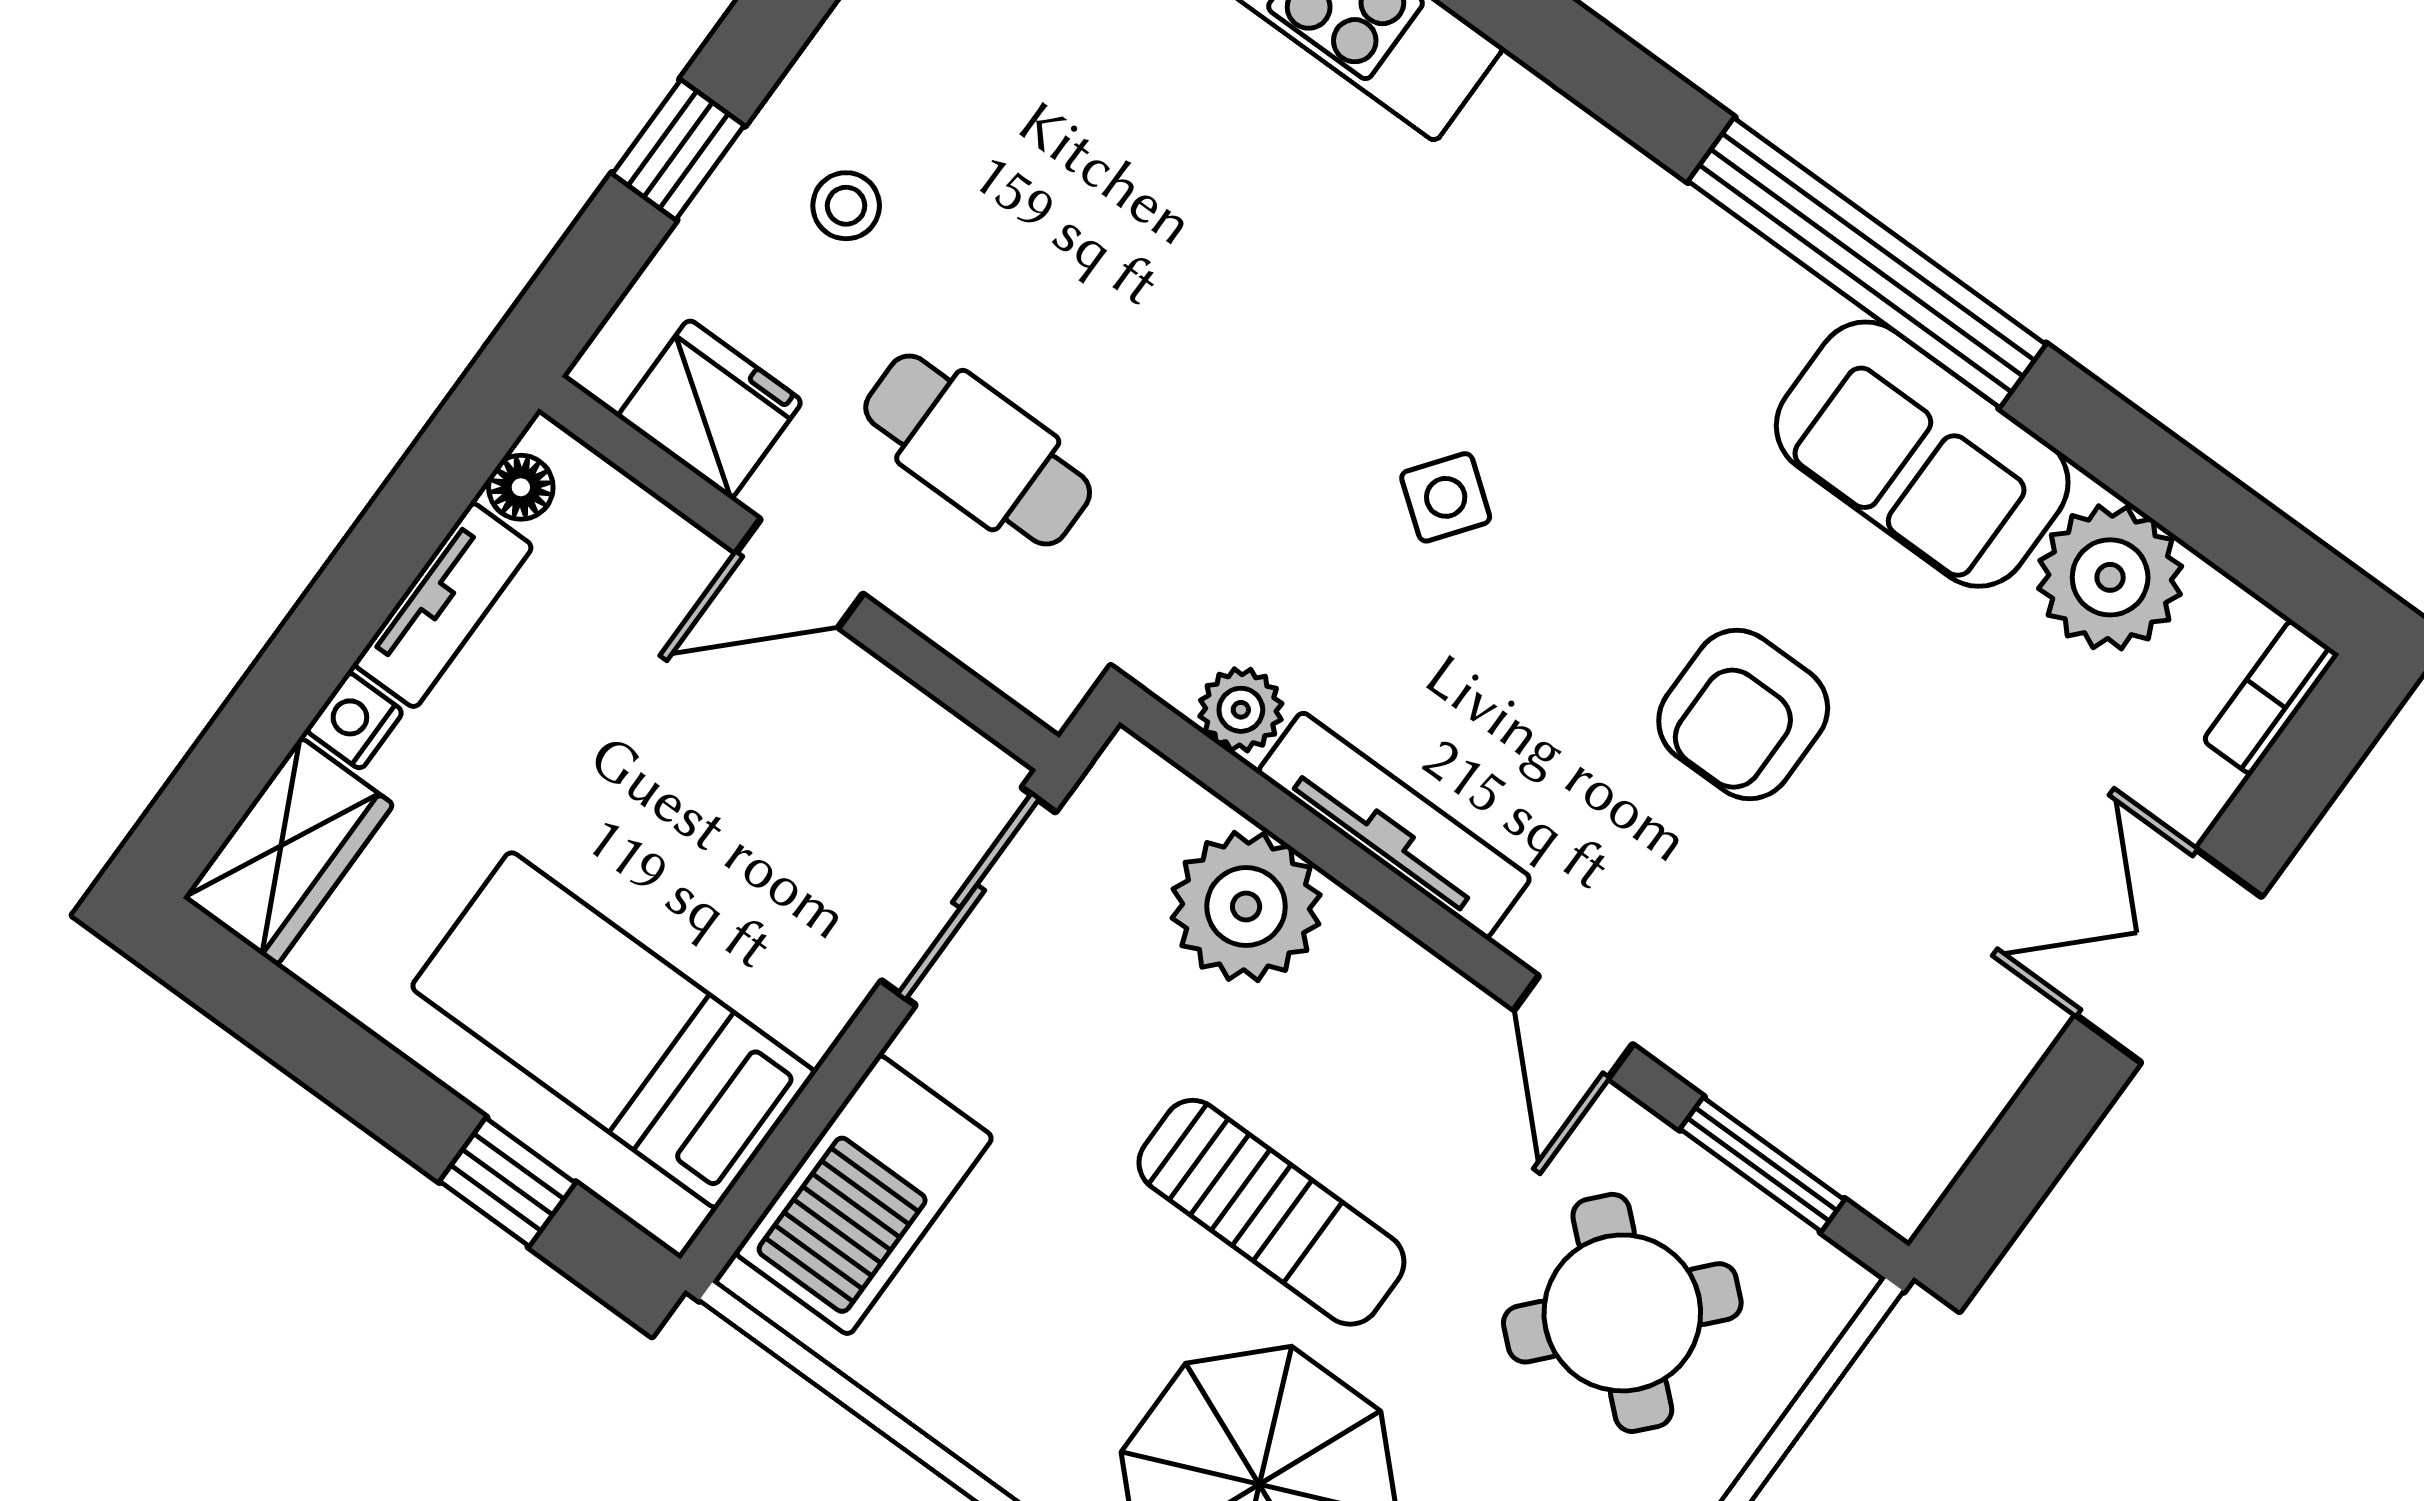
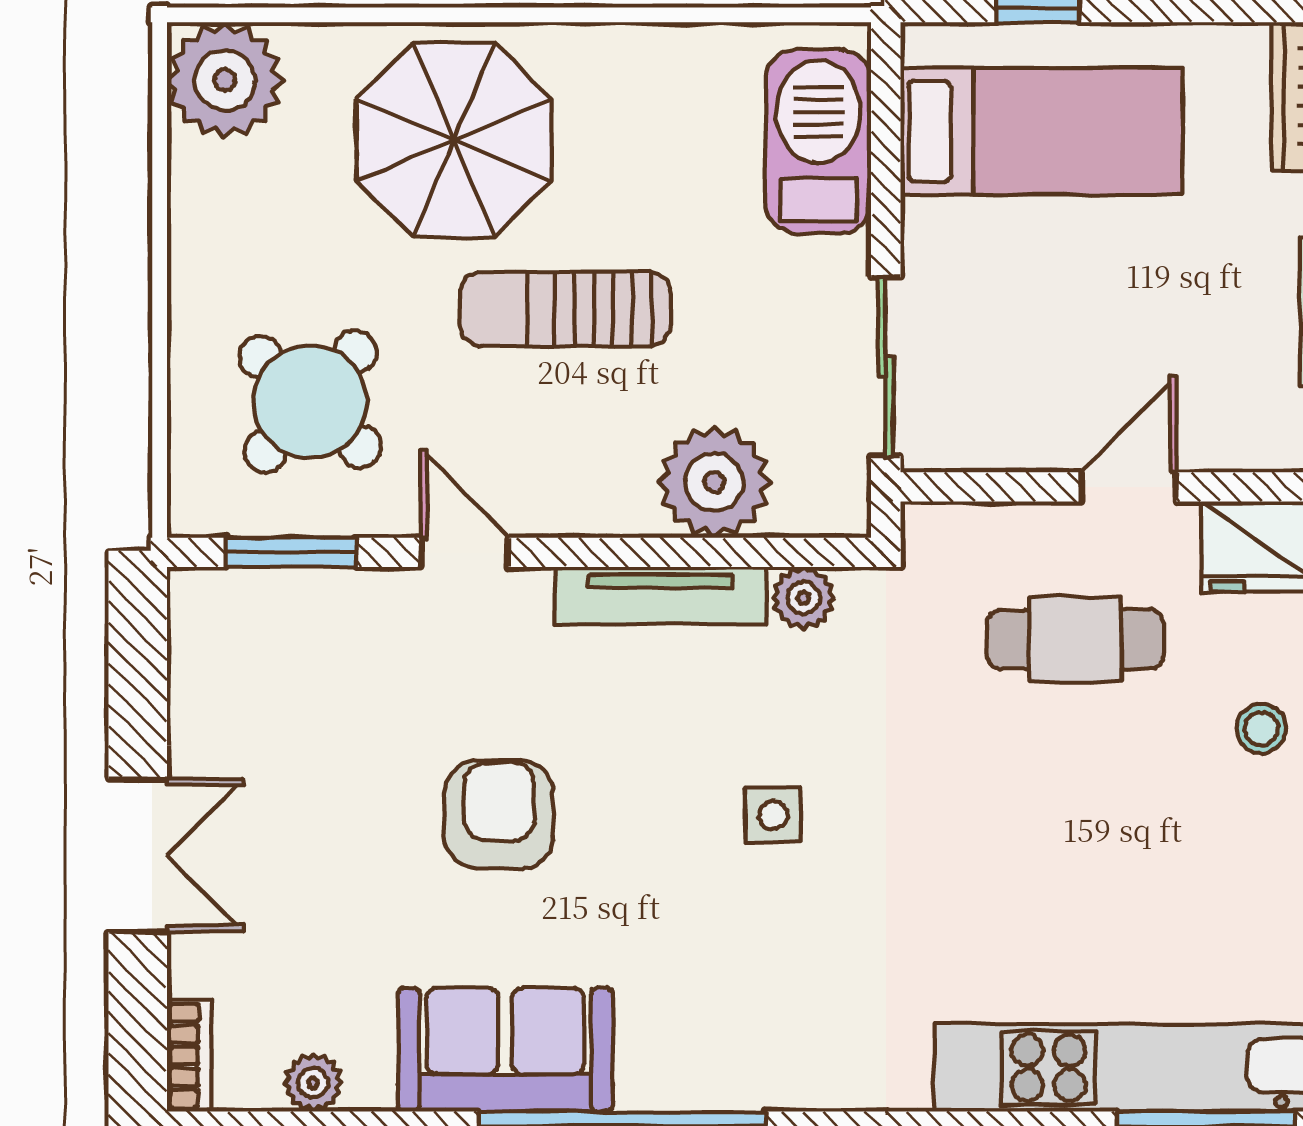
side table: (1446, 497) -> (773, 815), turned -37
plant: (2110, 577) -> (313, 1083), width x0.53, depth x0.53

